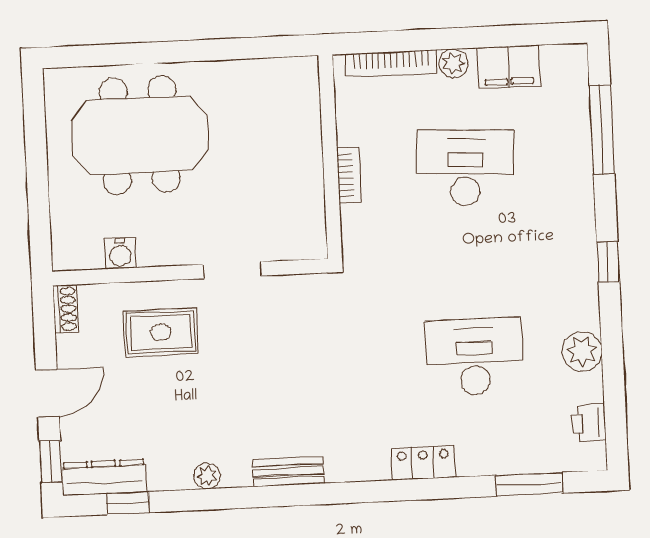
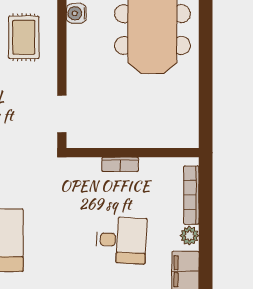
desk: (465, 168) -> (121, 240), width x0.73
doorway: (232, 270) -> (62, 114), moved

